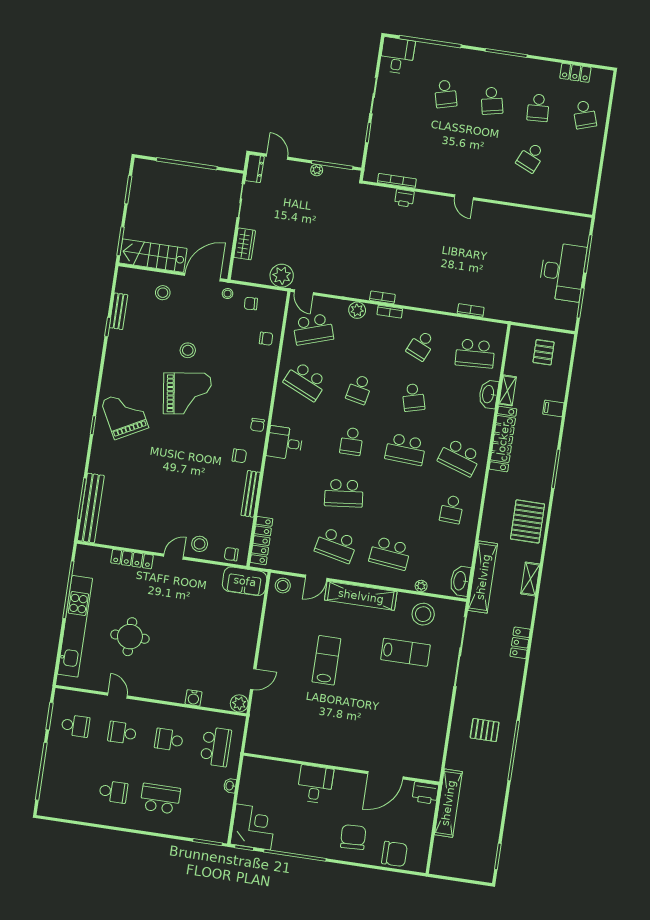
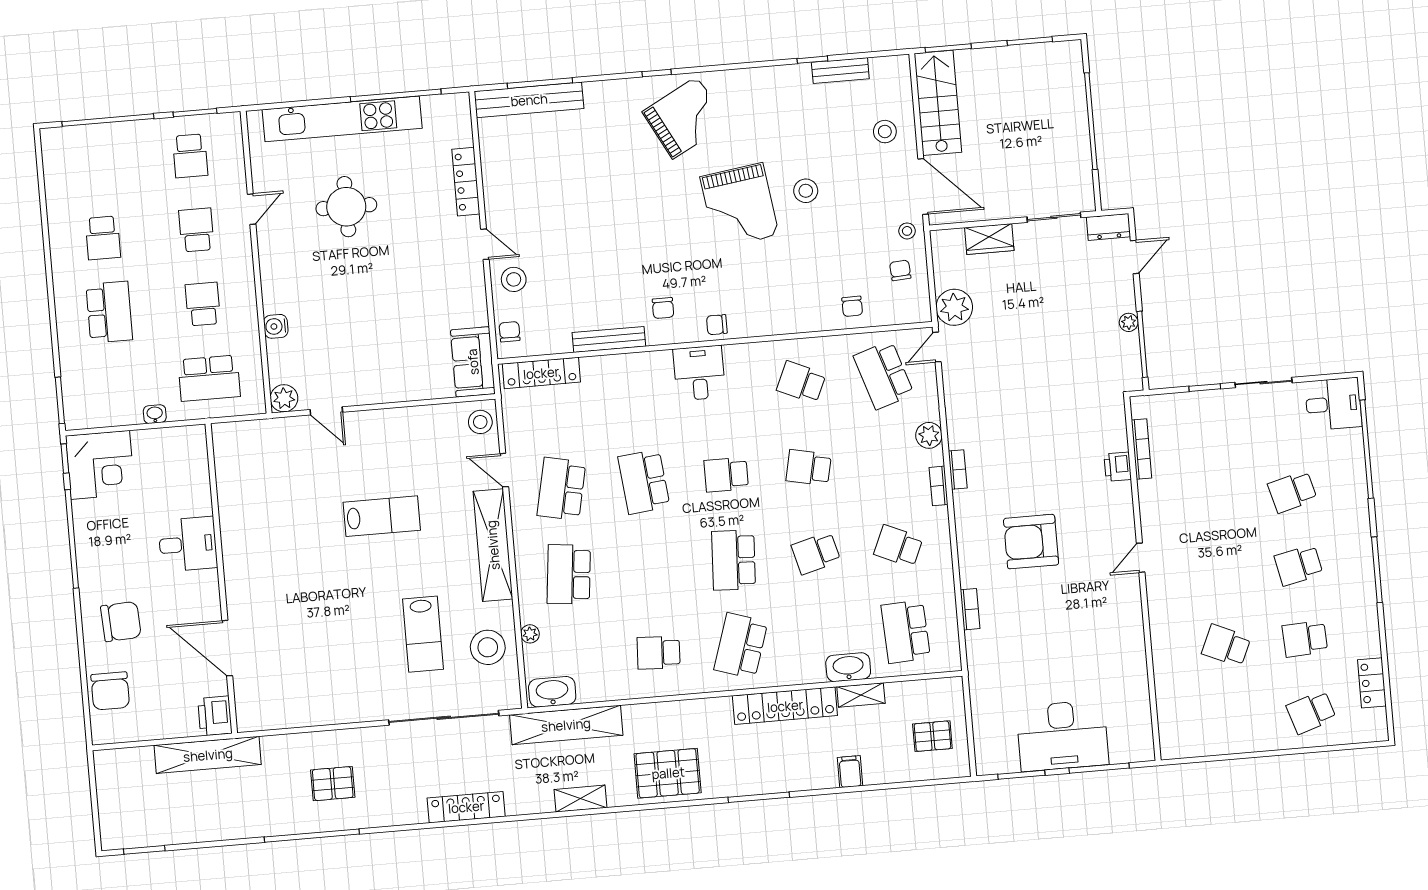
armchair: (438, 263) -> (1031, 542), added
school desk: (305, 381) -> (801, 382), width x0.54
locker: (520, 643) -> (466, 807), width x1.53
pallet: (485, 730) -> (333, 784), turned 90

